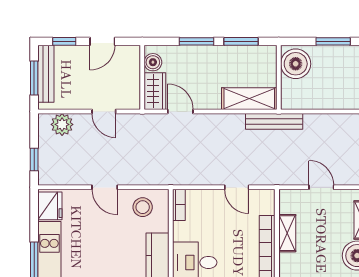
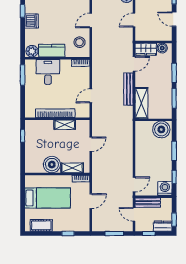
bench: (274, 121) -> (128, 89), moved

